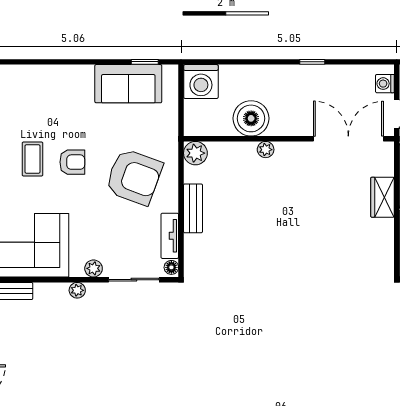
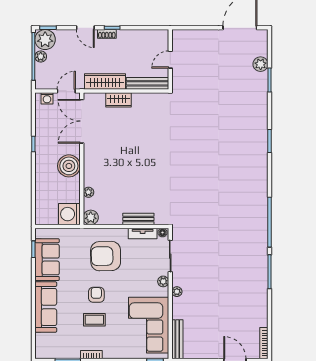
sofa: (53, 82) -> (46, 307), added
washing machine: (201, 82) -> (69, 214), moved, turned 180
boiler: (251, 118) -> (69, 166), moved
plant: (266, 150) -> (88, 192), moved
armchair: (134, 177) -> (106, 256), turned -111
bench: (193, 208) -> (138, 219), moved

